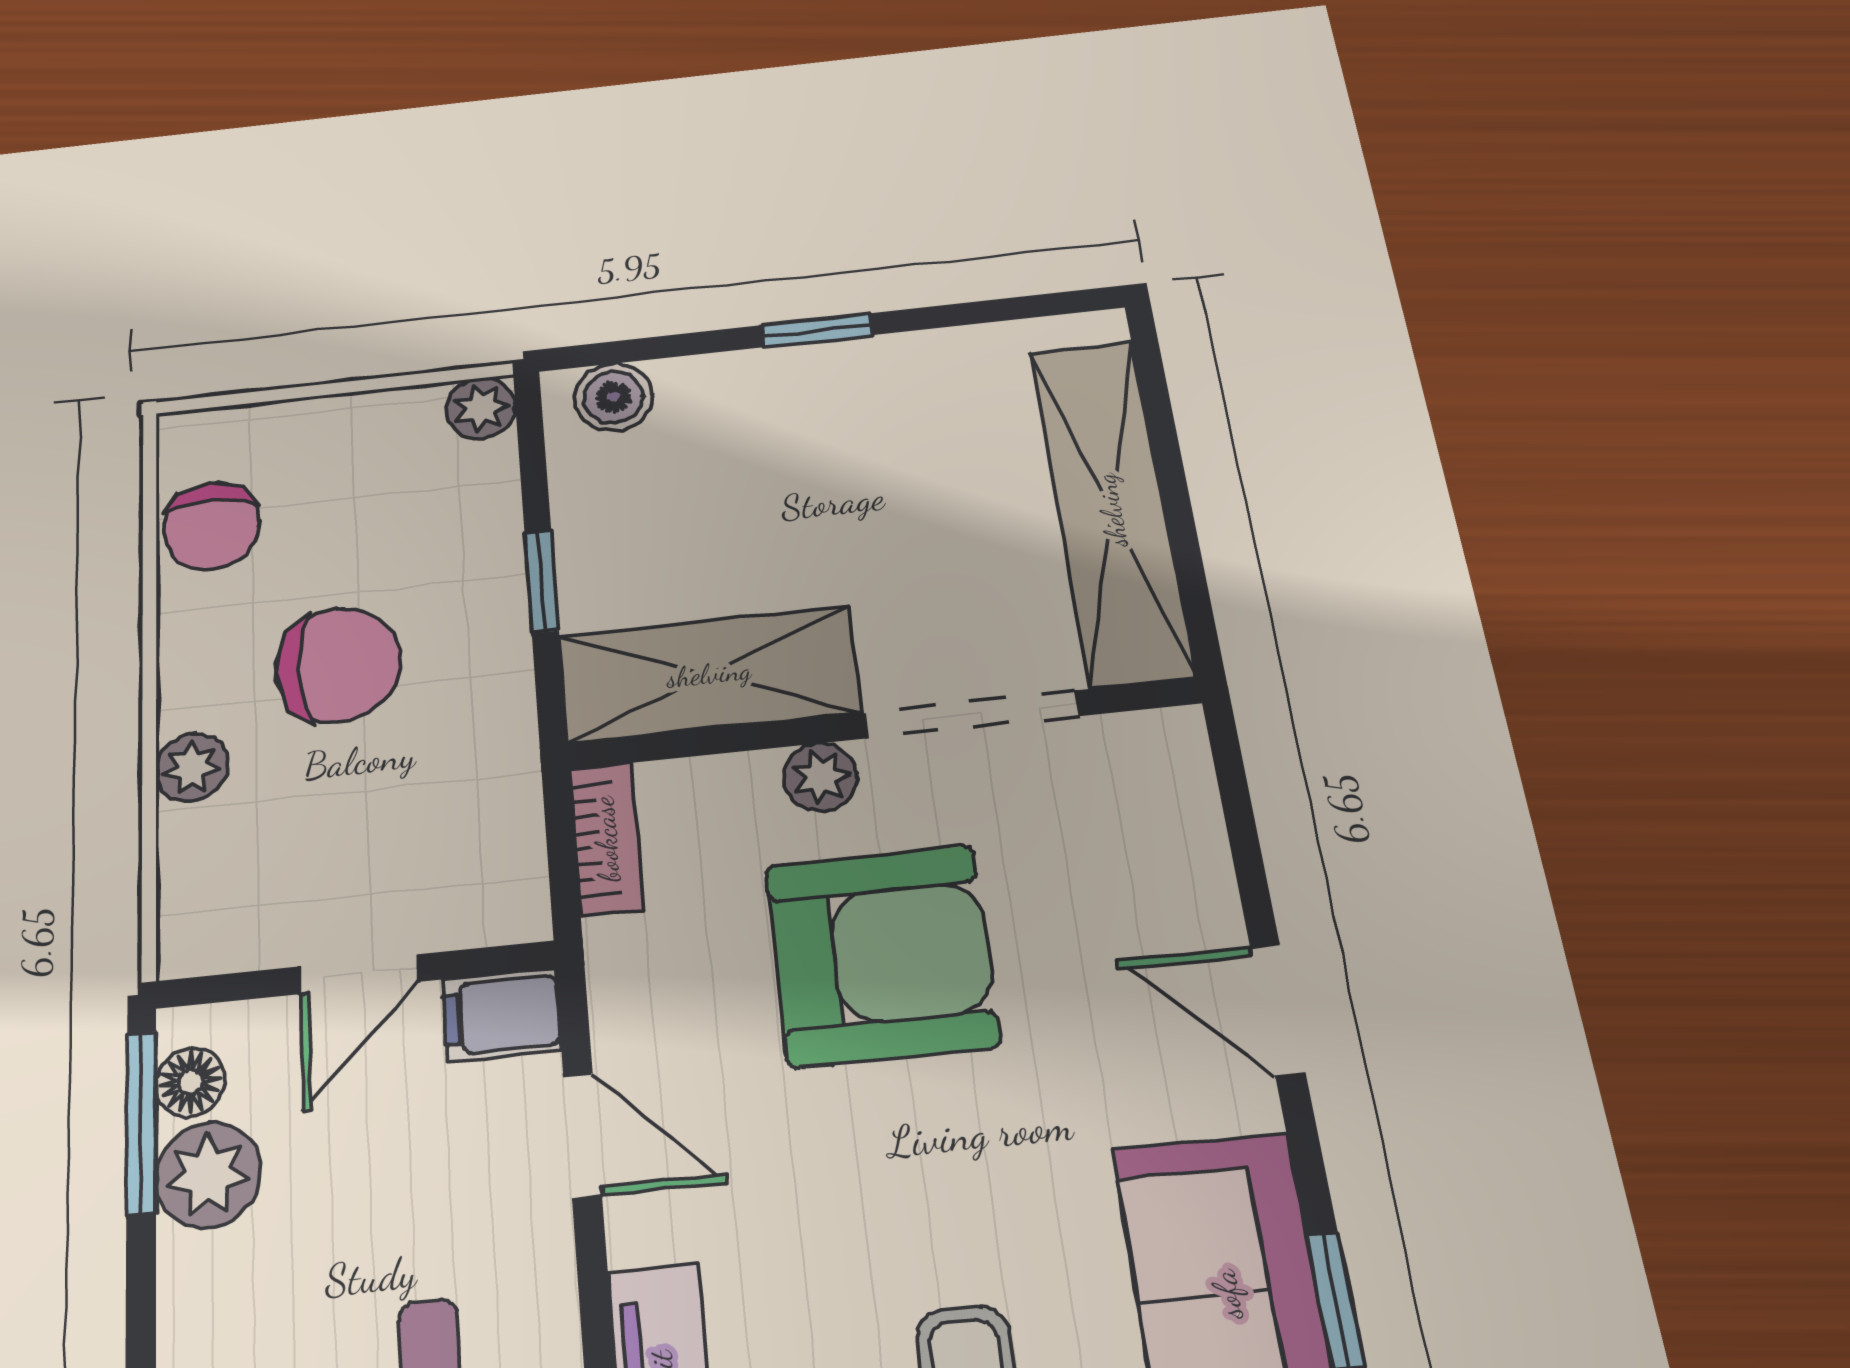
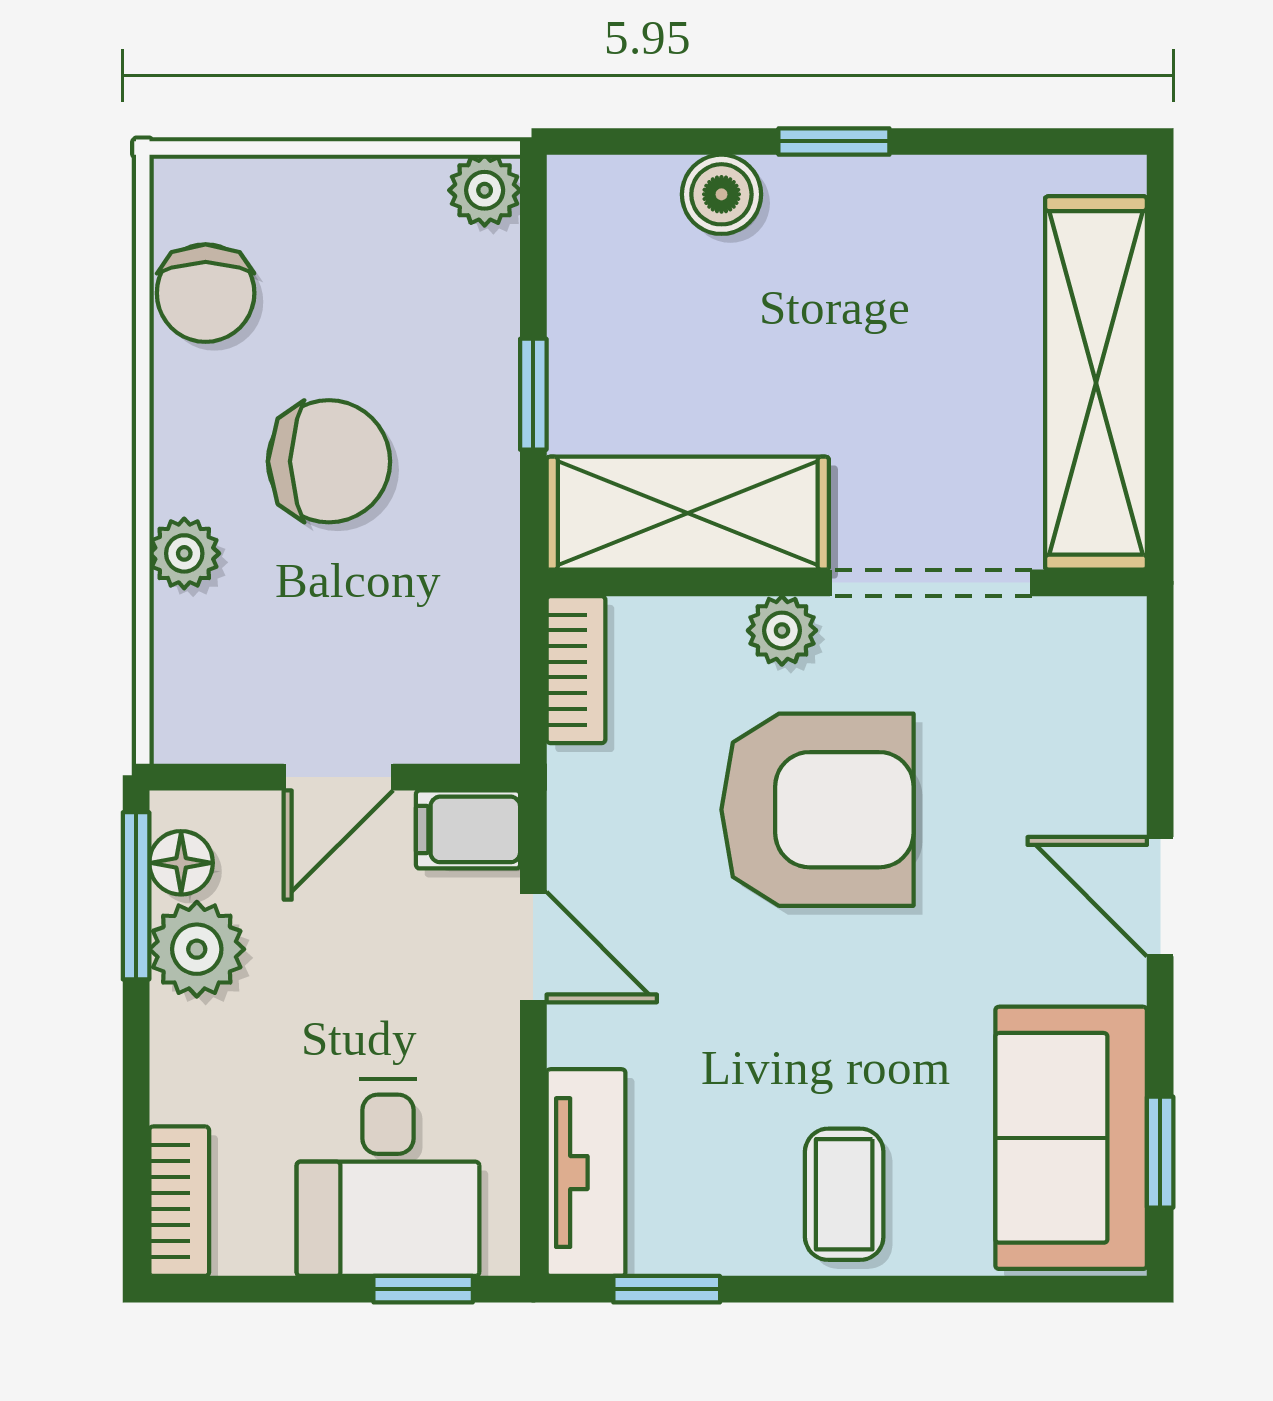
boiler: (613, 397) -> (721, 194), moved

